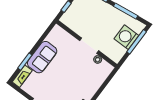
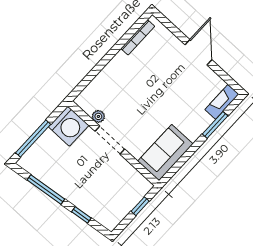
washing machine: (126, 37) -> (69, 126), moved
sofa: (42, 57) -> (165, 152), moved

